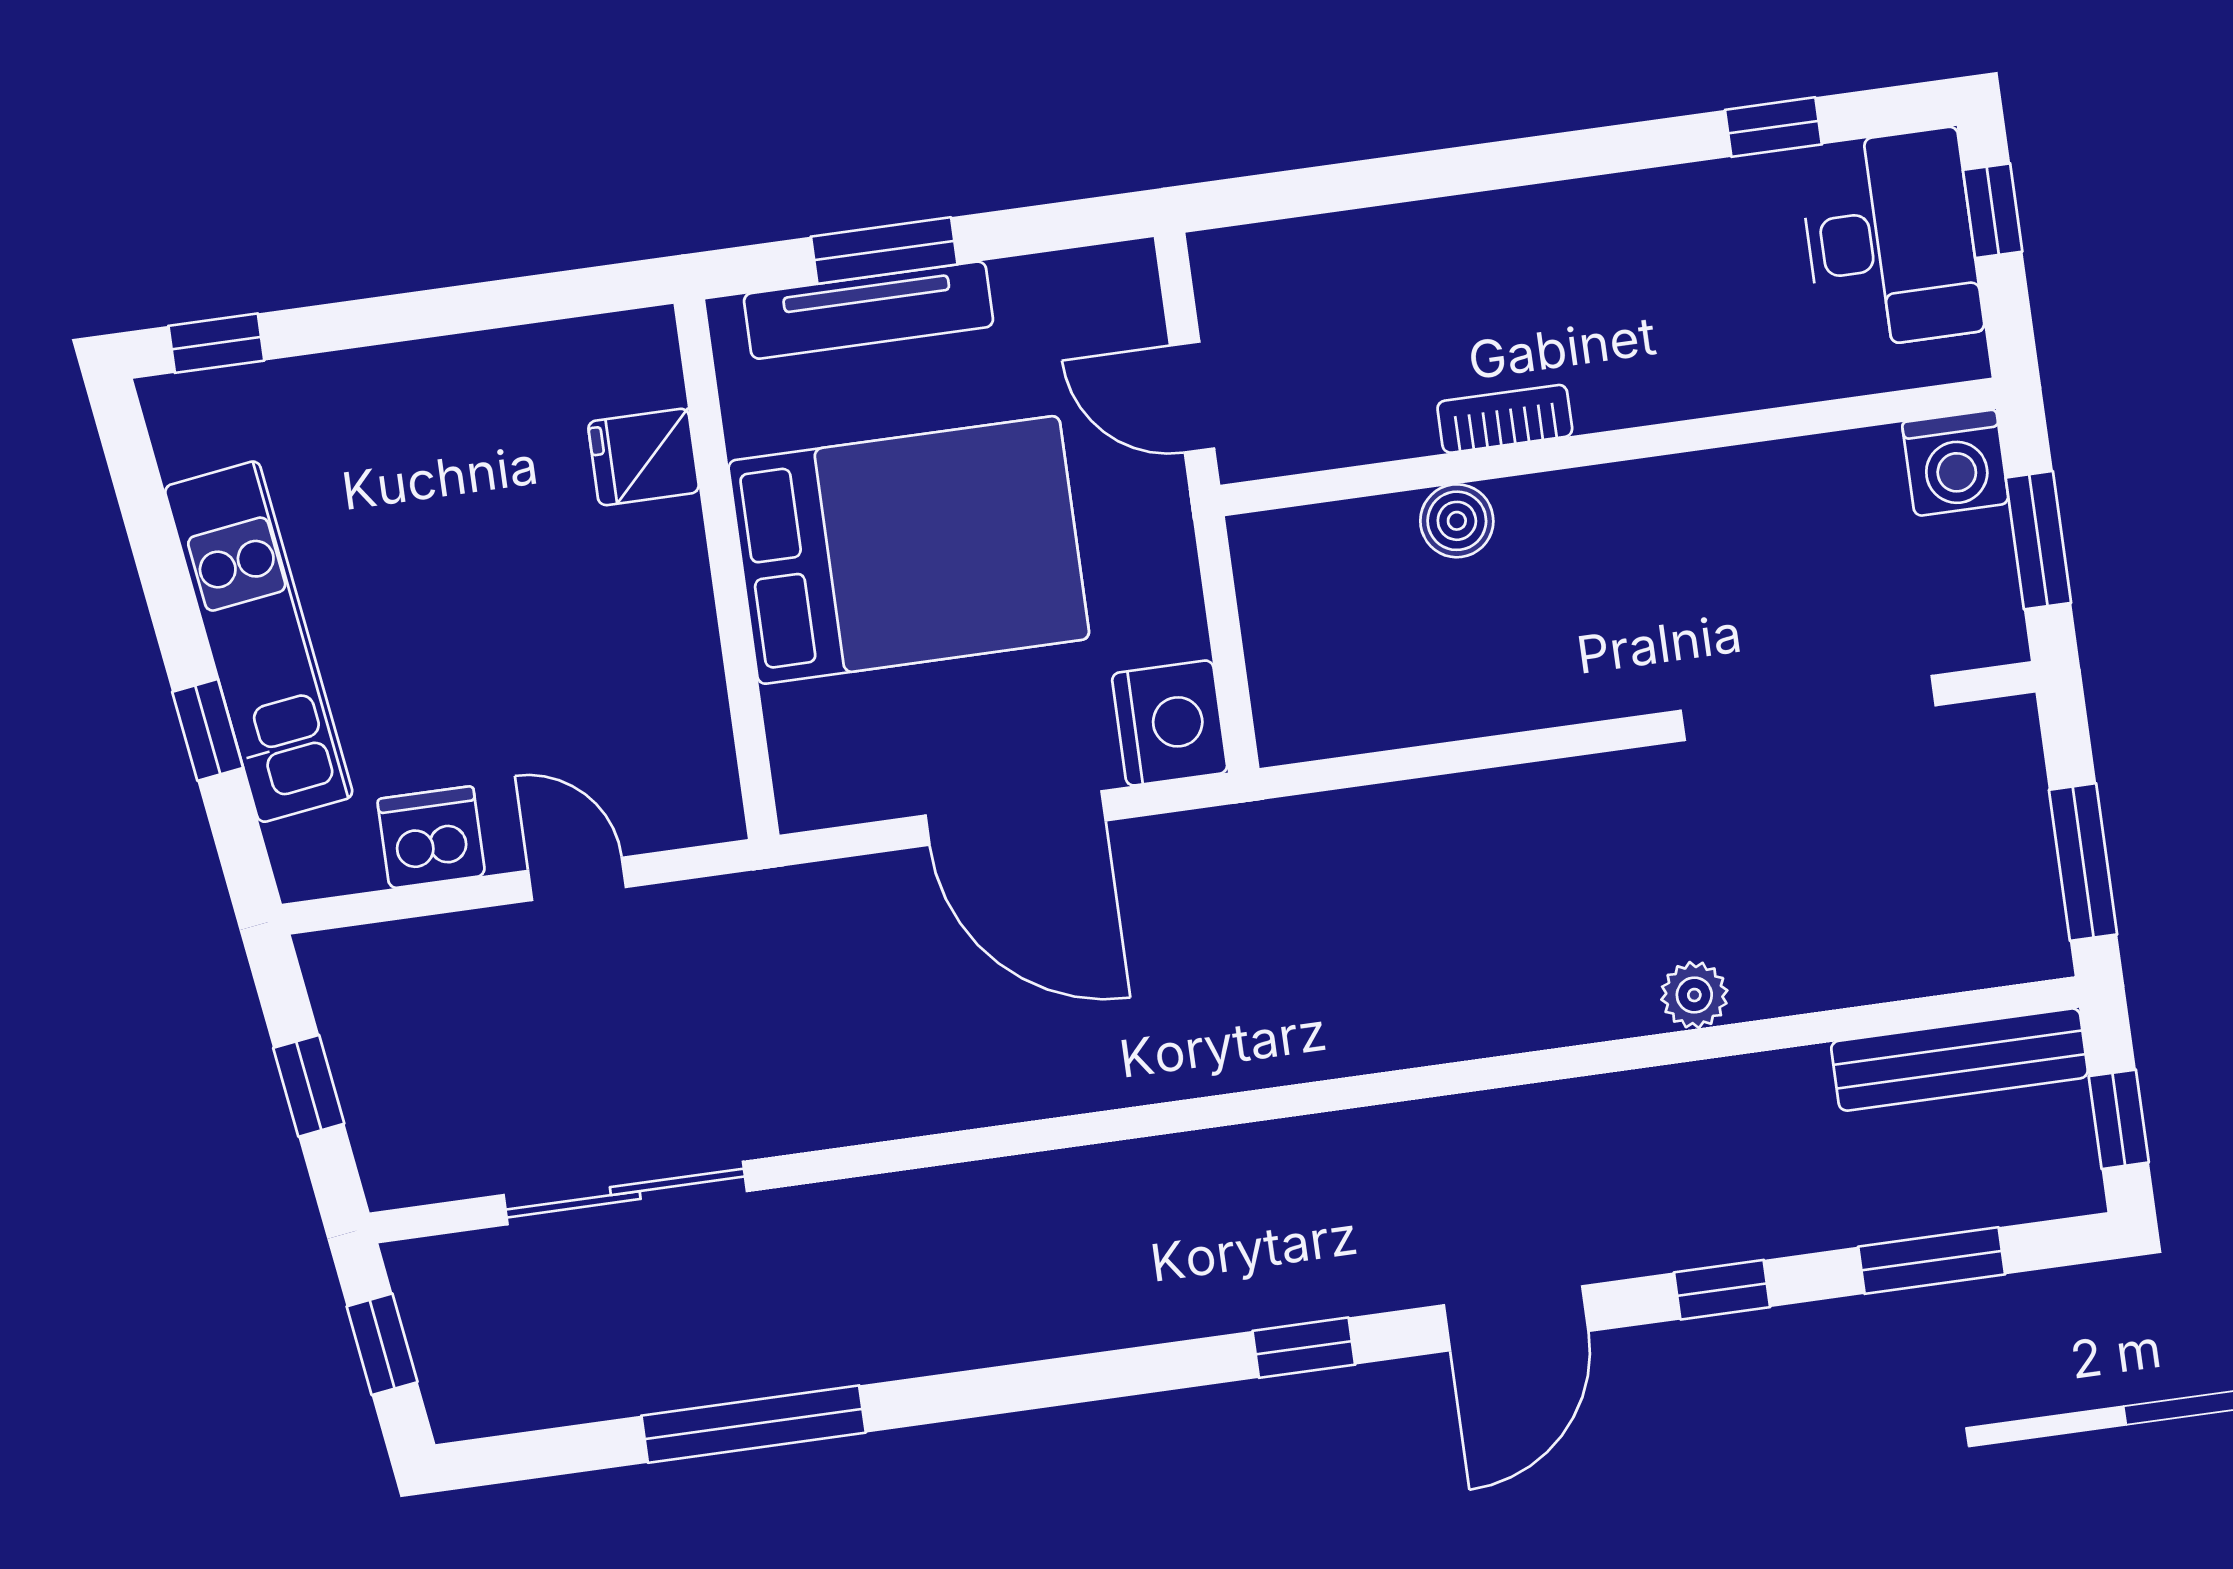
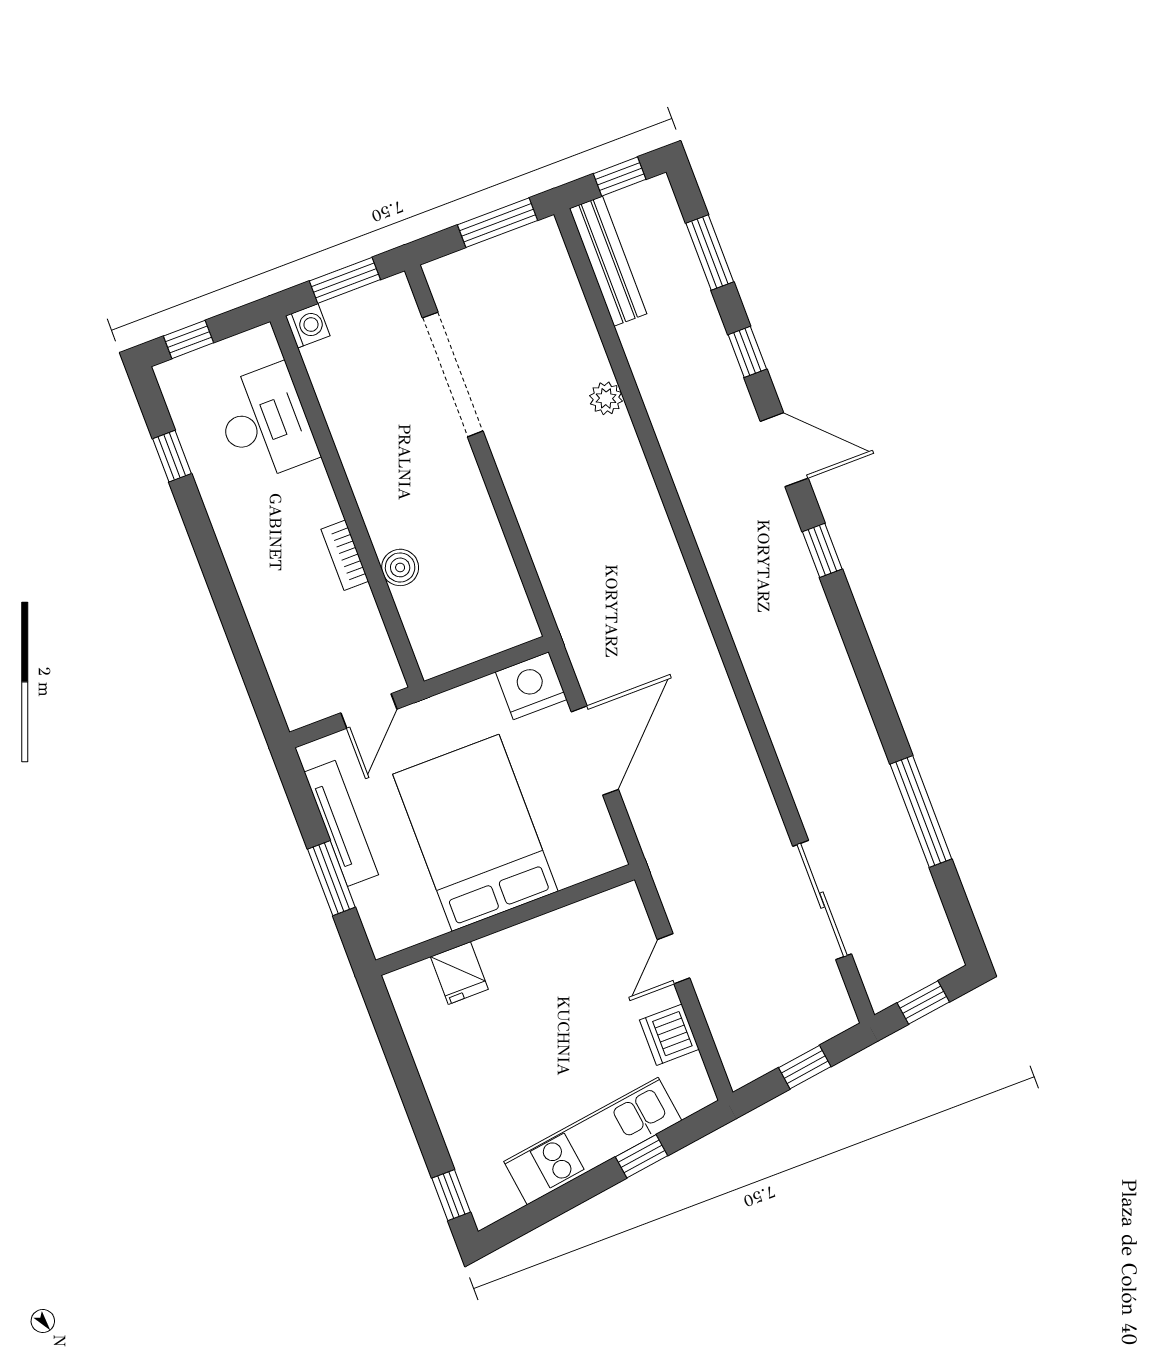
desk: (1890, 239) -> (265, 423), moved, turned 90
tv unit: (869, 310) -> (341, 823), moved
washing machine: (1955, 463) -> (308, 326), width x0.73, depth x0.73

